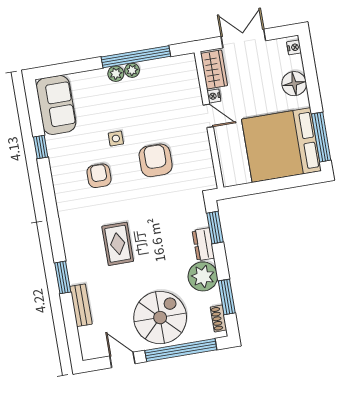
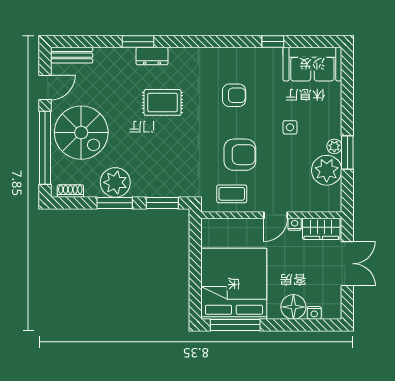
nightstand: (294, 47) -> (314, 313), moved
window: (136, 57) -> (347, 153), width x0.47
plant: (116, 74) -> (327, 170), moved, width x1.87, depth x1.87
side table: (116, 138) -> (290, 127), moved
coffee table: (195, 162) -> (232, 194), added
dresser: (203, 244) -> (152, 56), moved, turned 180
window: (227, 297) -> (115, 203), moved
bench: (81, 305) -> (72, 55), moved

